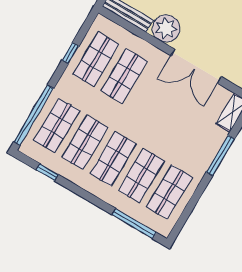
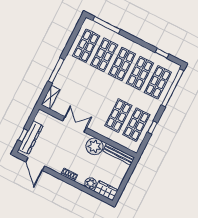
double door: (196, 66) -> (74, 124), width x0.73

